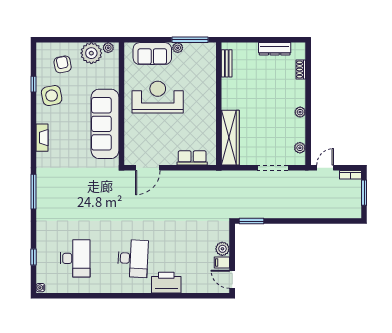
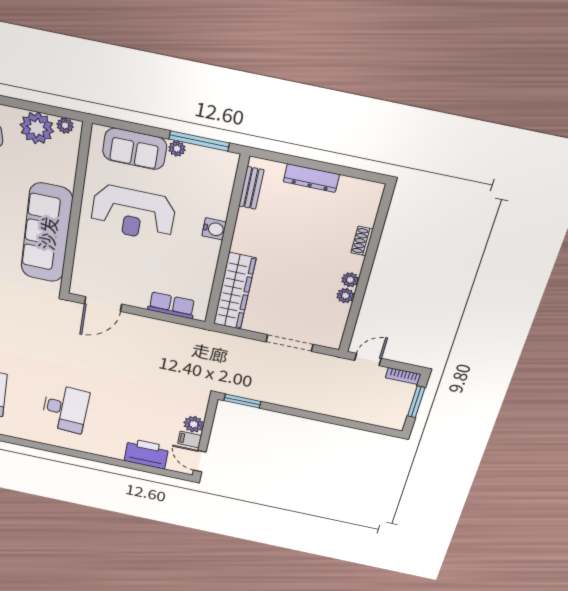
dresser: (275, 49) -> (311, 178), moved
shoe rack: (301, 70) -> (362, 241), moved
water cooler: (209, 96) -> (214, 229), added
reception desk: (158, 97) -> (133, 213), turned 180
plant: (300, 148) -> (345, 296), moved
printer: (166, 283) -> (147, 454), moved

